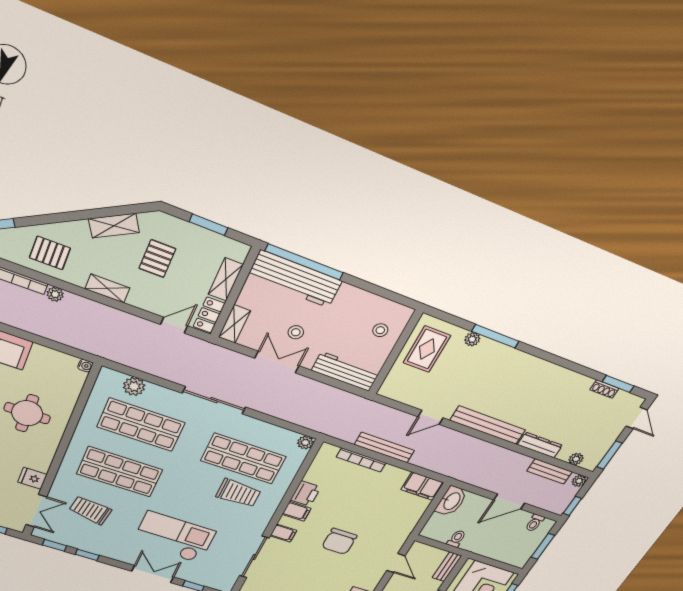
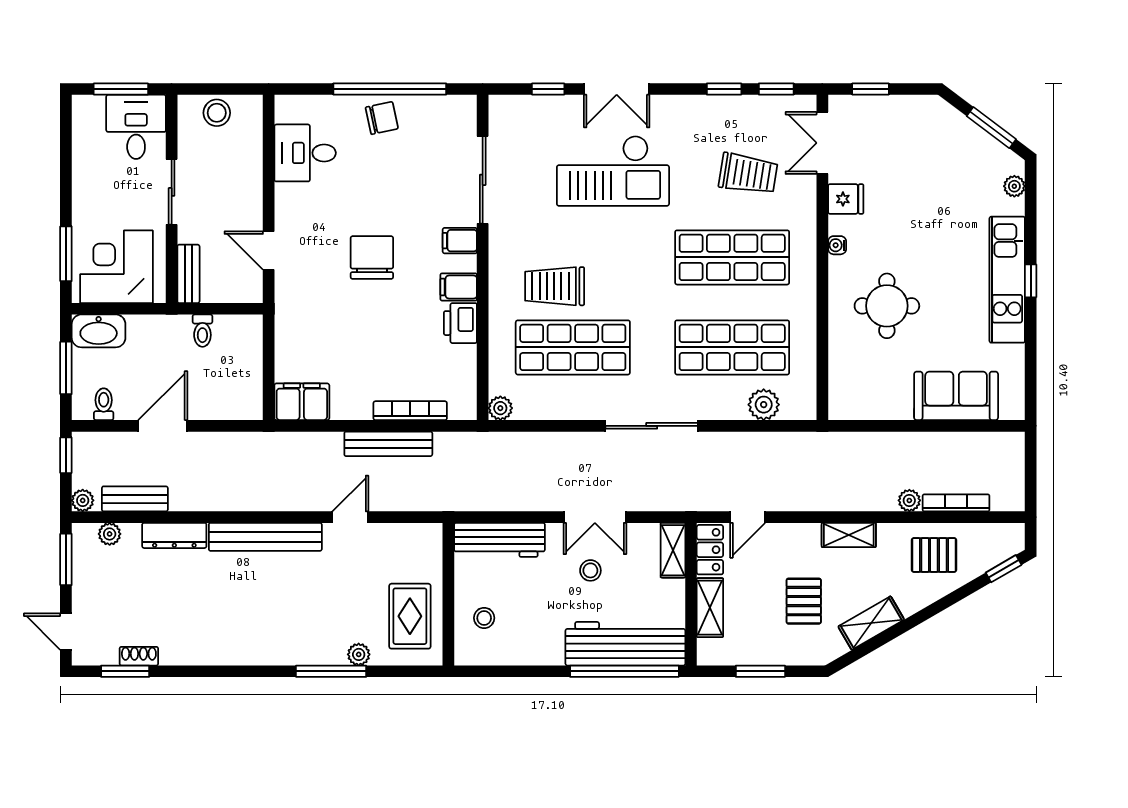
water cooler: (85, 366) -> (837, 245), moved
washbasin: (451, 501) -> (99, 331), moved, turned -90

